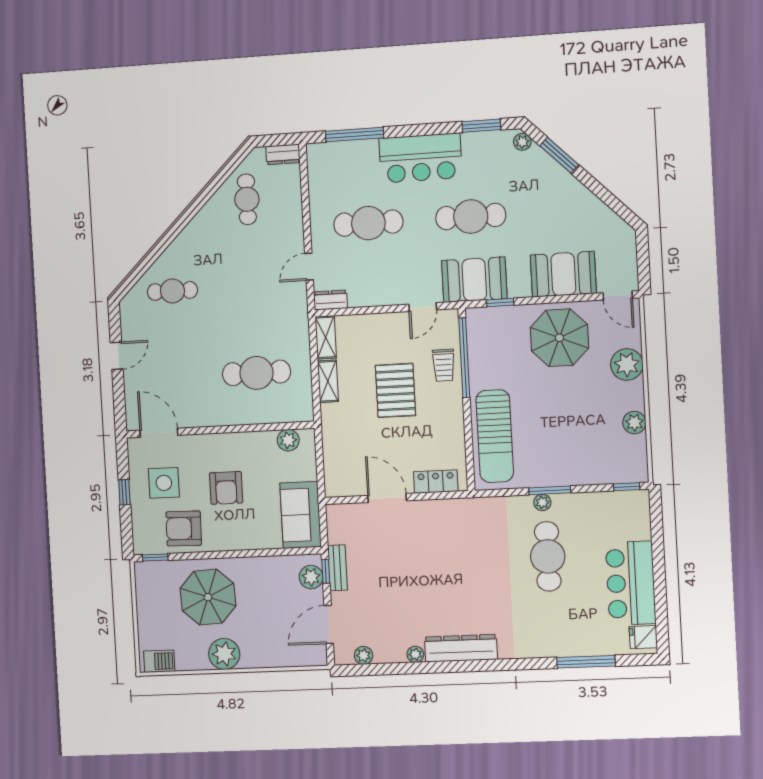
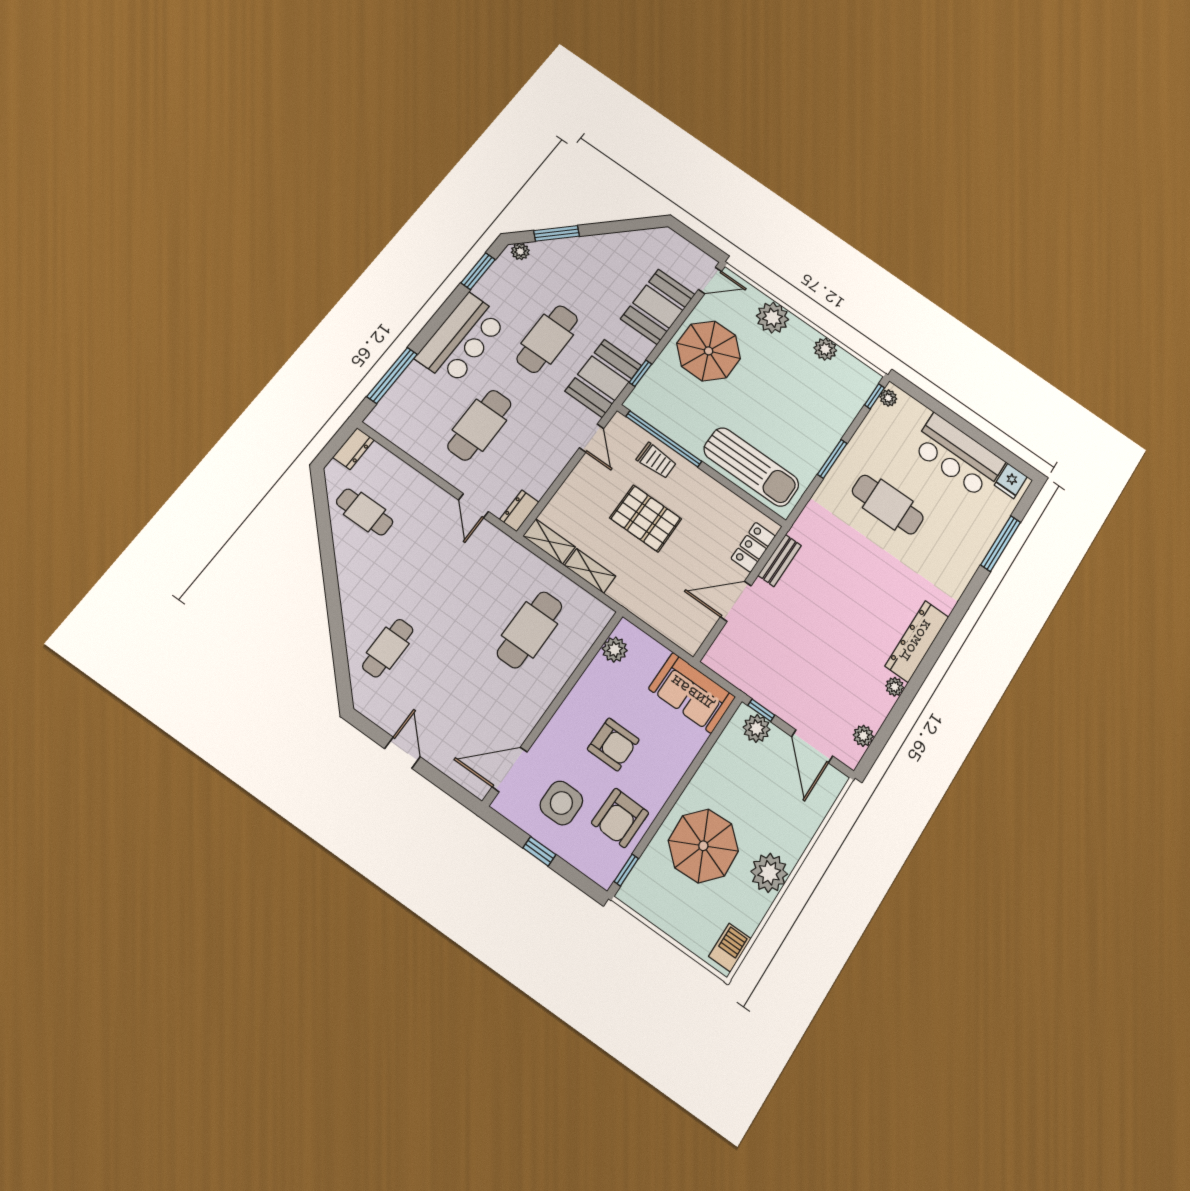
plant: (542, 502) -> (888, 398), moved
bench: (337, 568) -> (780, 560), moved, turned 90

